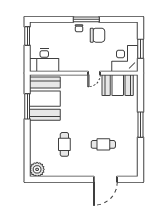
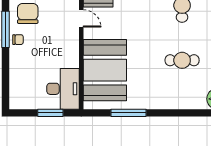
window: (27, 36) -> (50, 113), moved
booth: (45, 99) -> (105, 70), moved, turned 90

